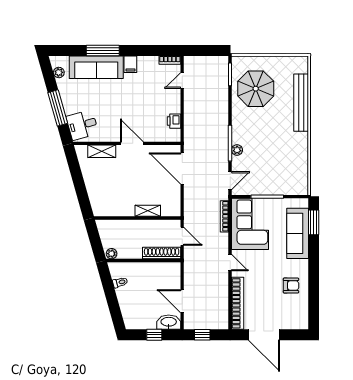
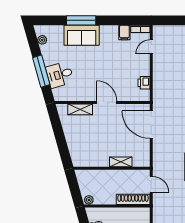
filing cabinet: (130, 64) -> (124, 33), moved
sofa: (96, 67) -> (82, 35), width x0.73
desk: (82, 125) -> (60, 75), moved

